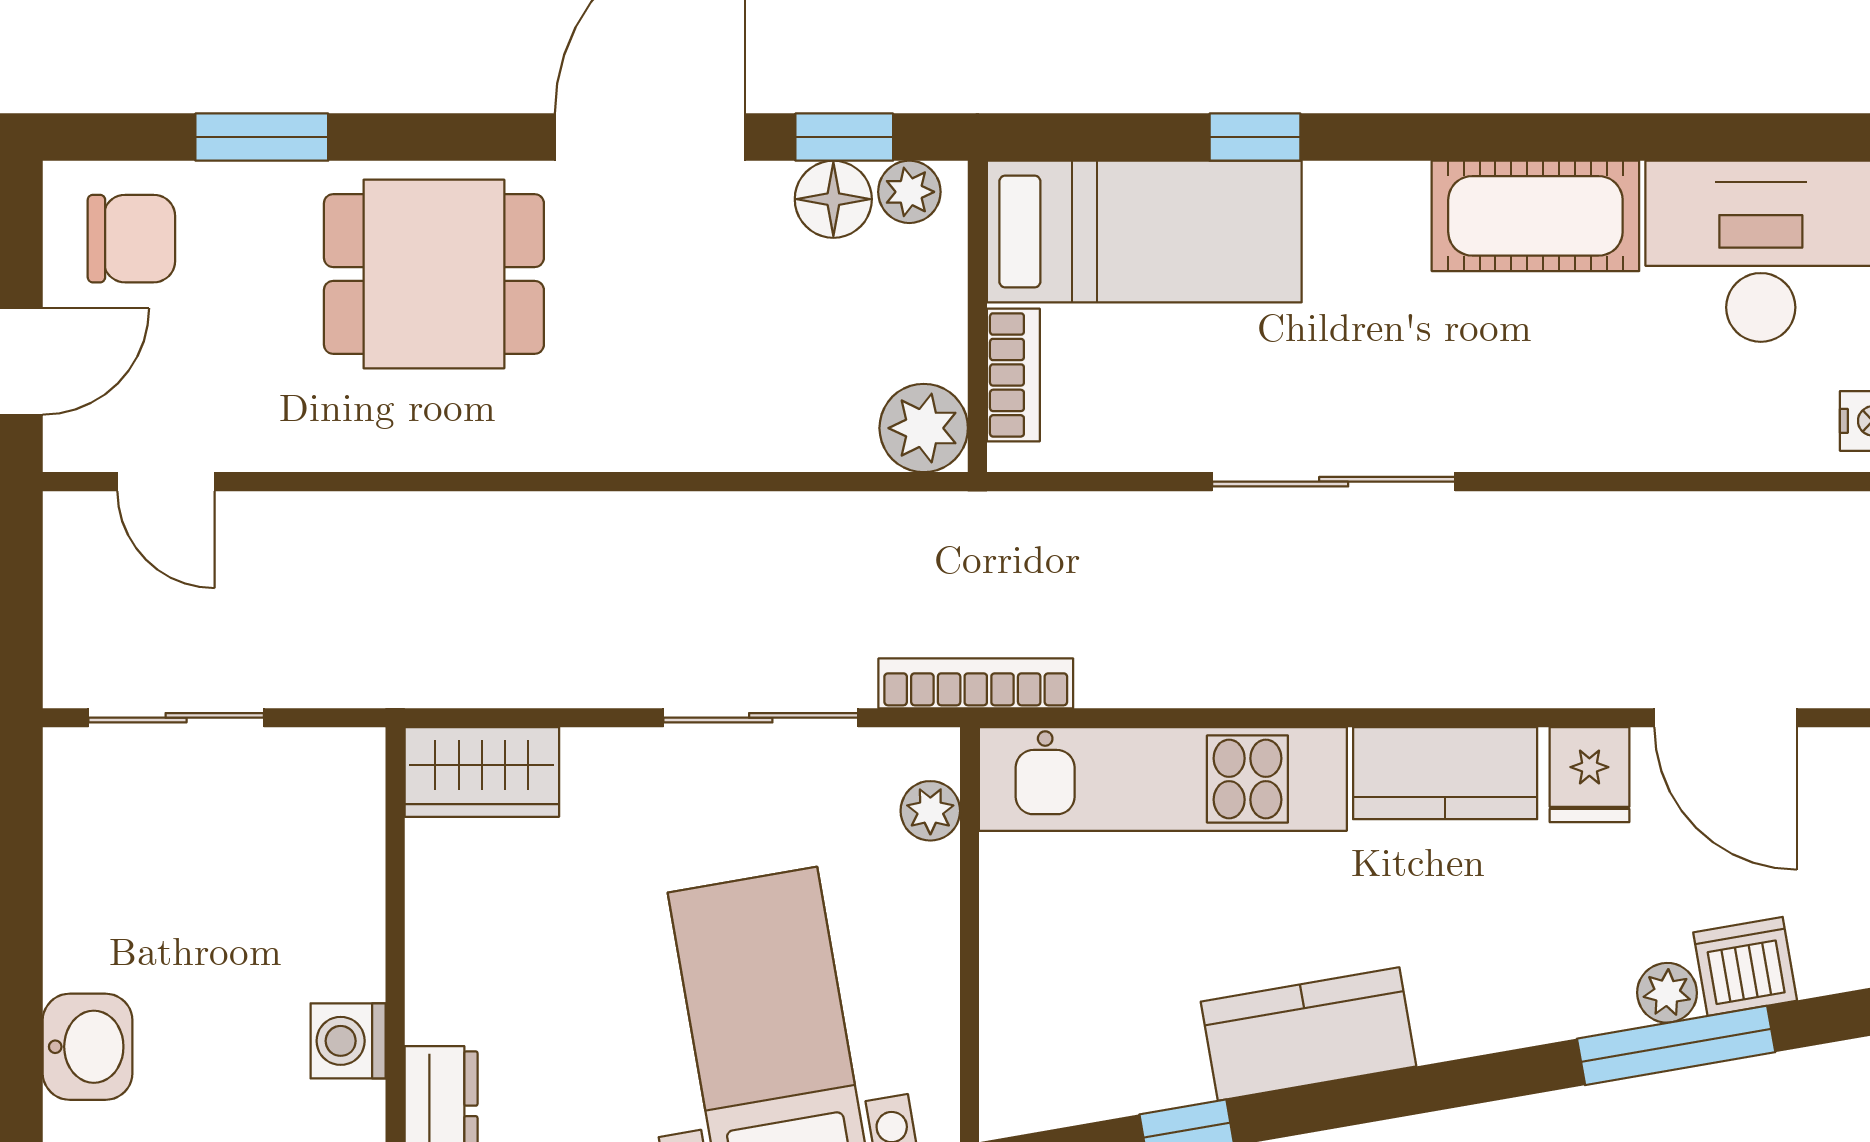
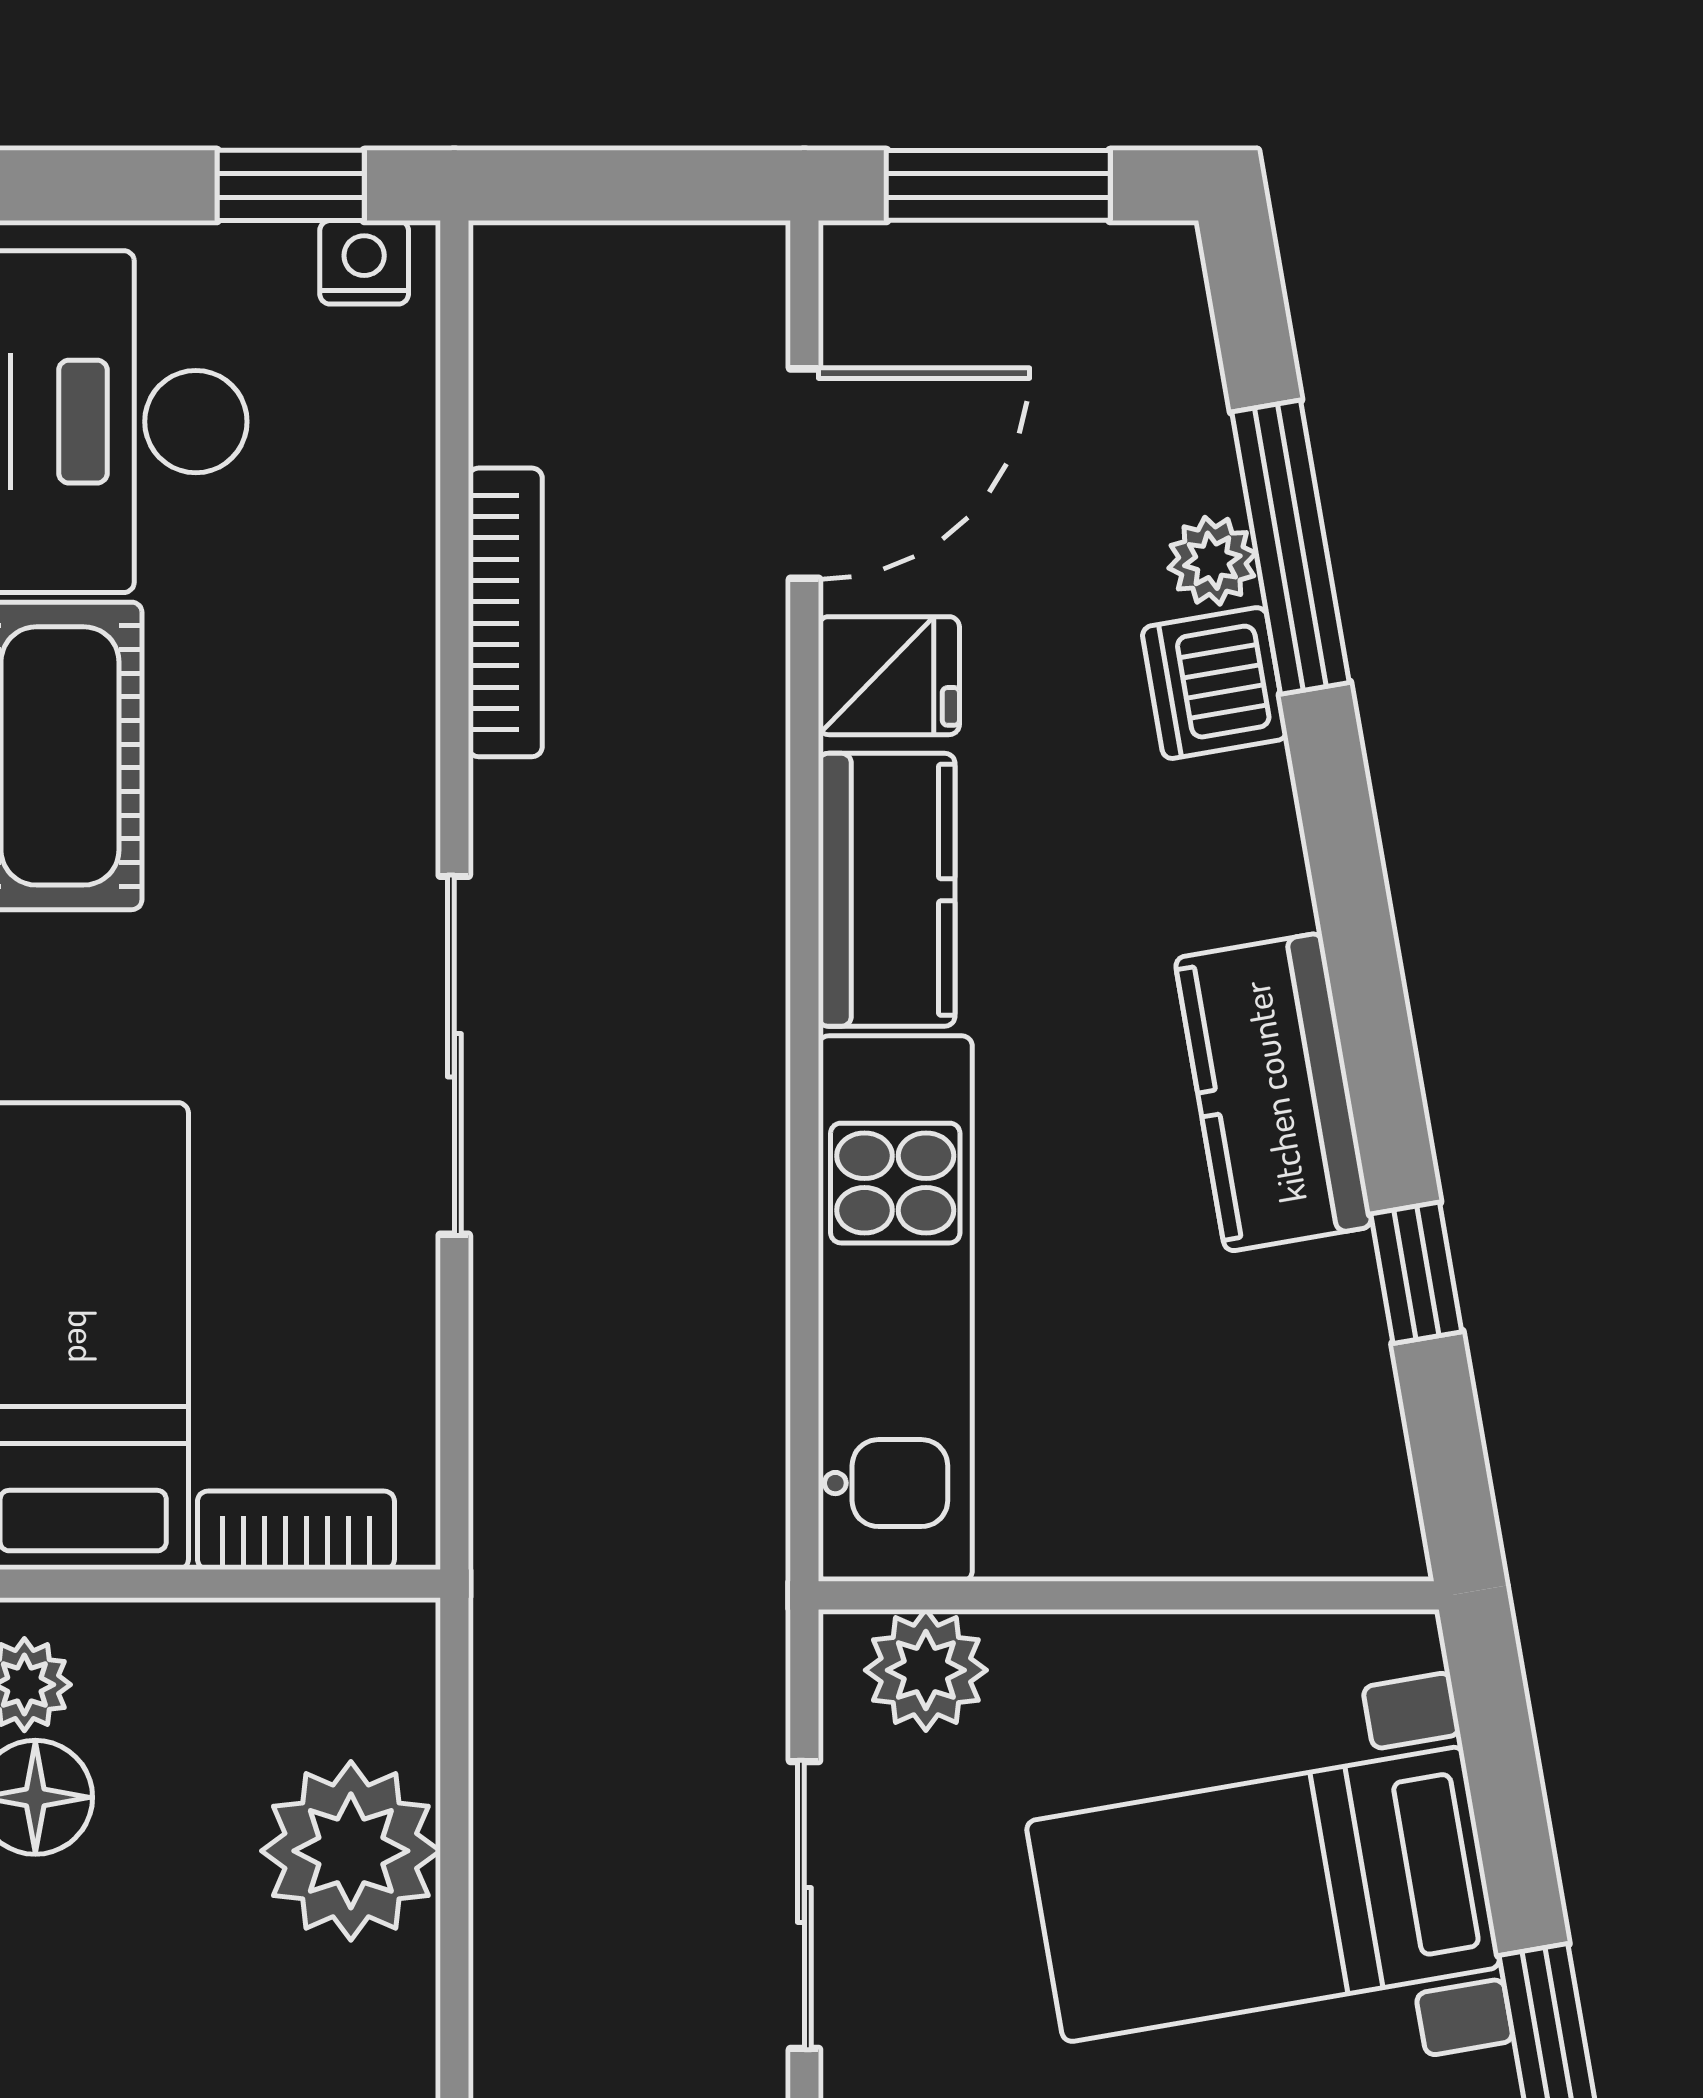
plant: (924, 428) -> (351, 1851), moved, width x1.36, depth x1.36
bookcase: (976, 683) -> (505, 612), moved, turned 180
plant: (930, 811) -> (926, 1670), width x1.38, depth x1.38
dishwasher: (1745, 966) -> (1215, 683), moved

